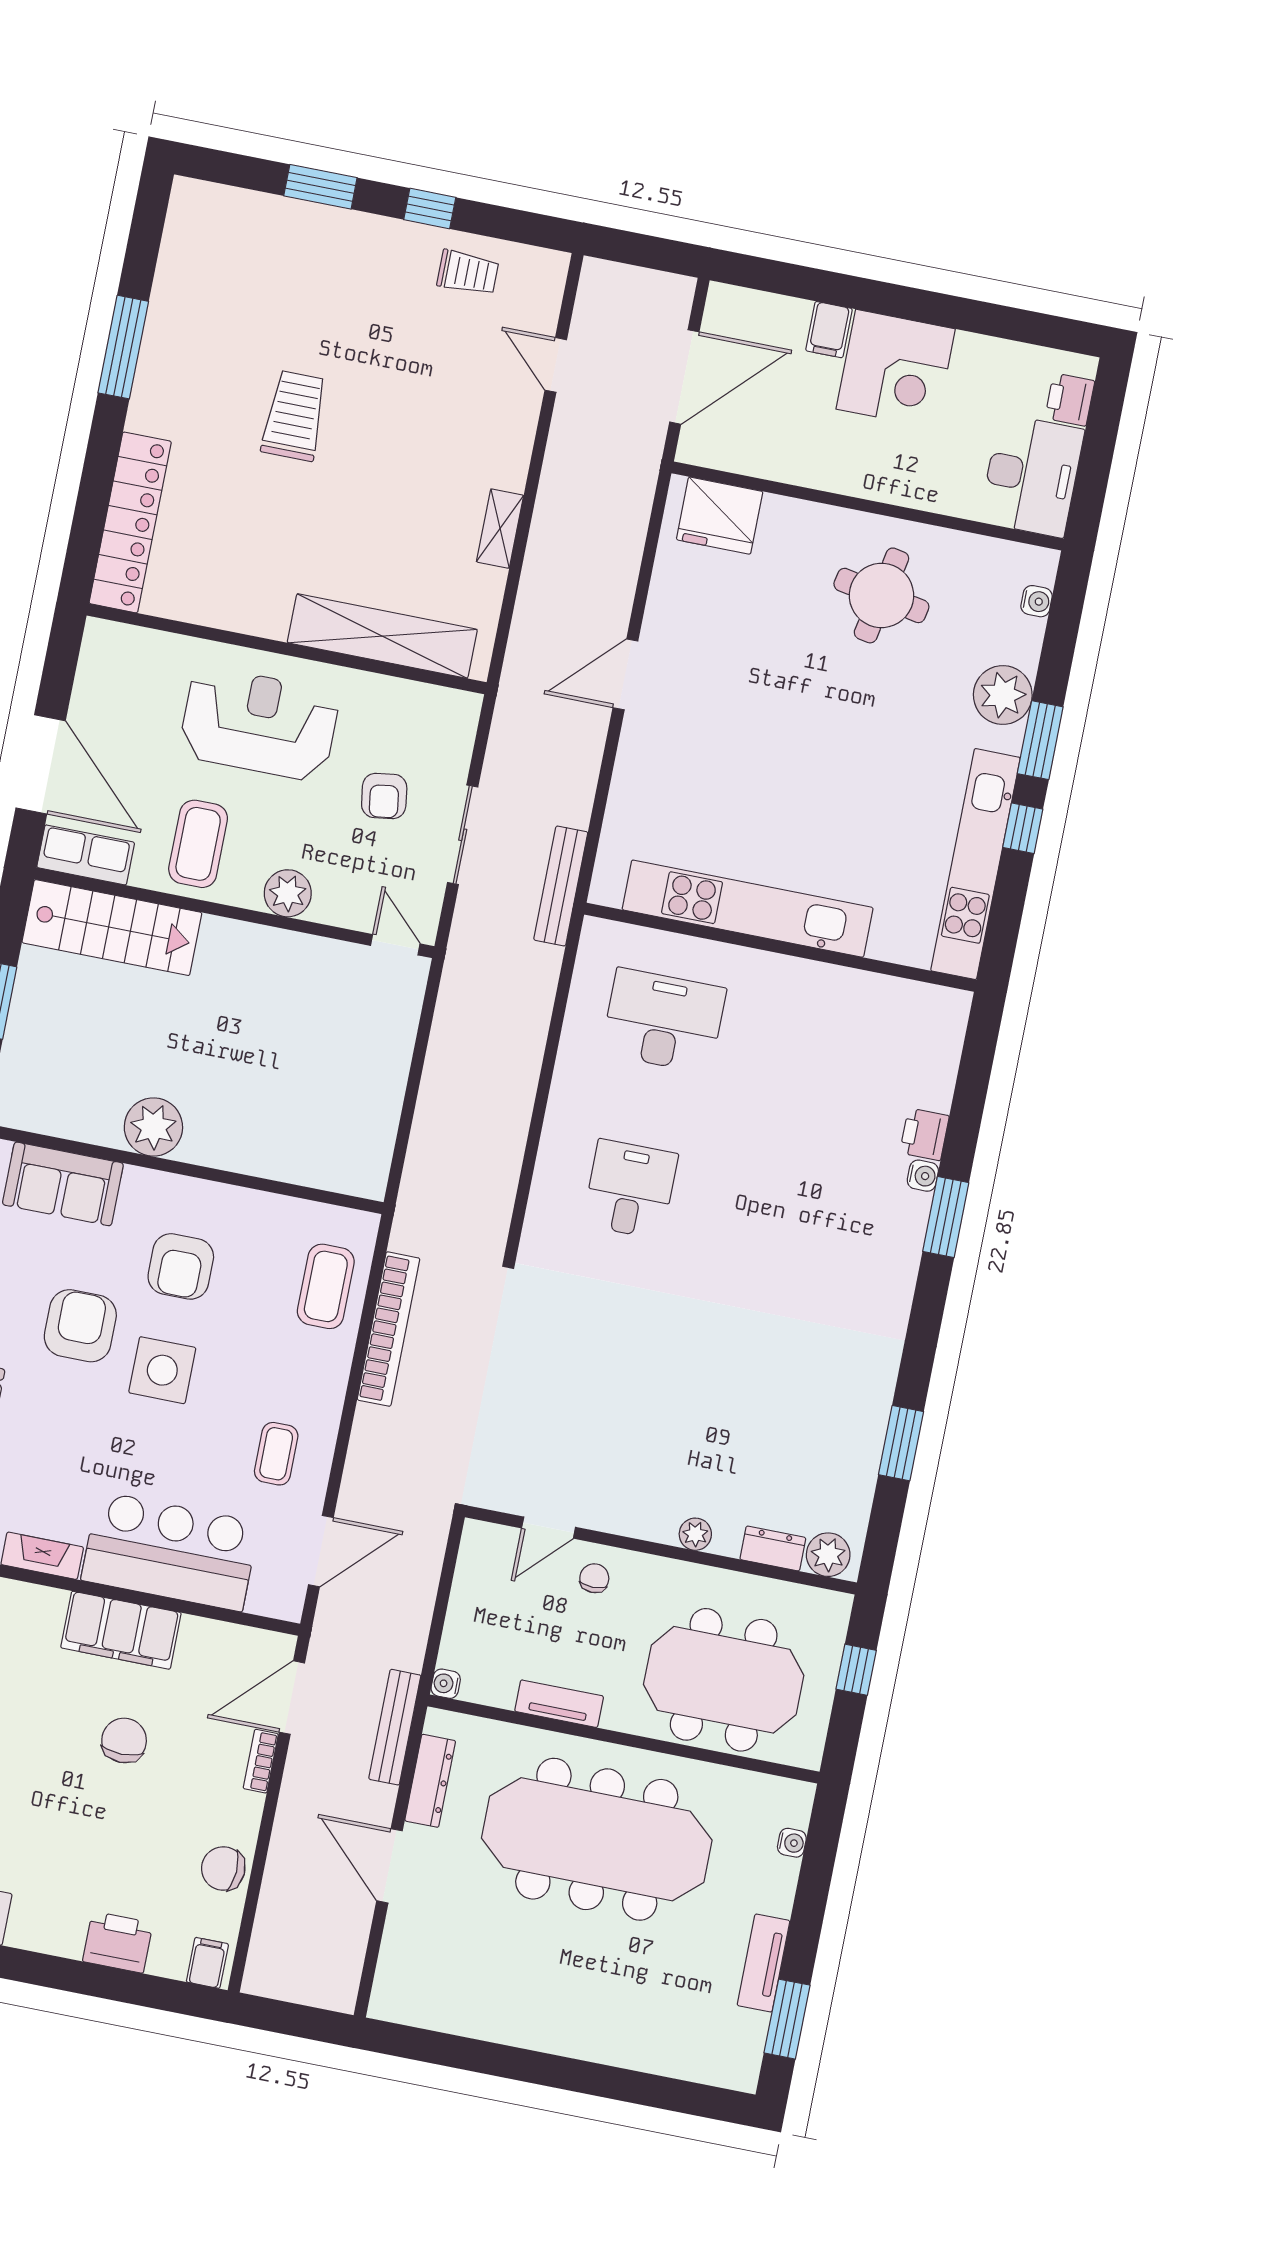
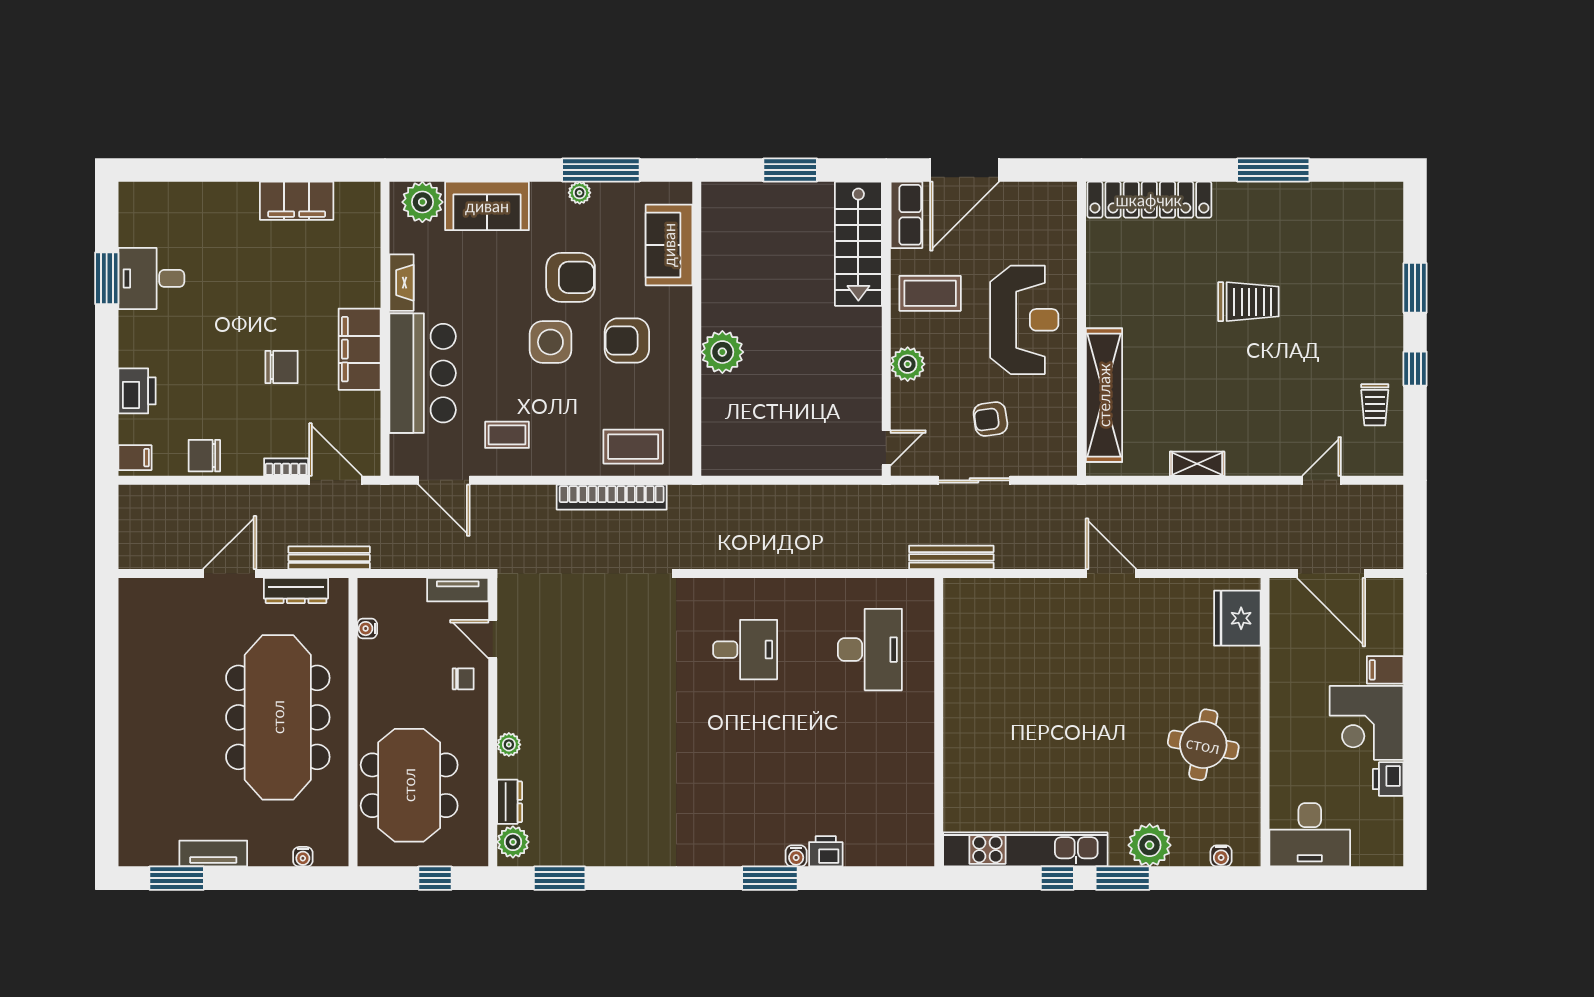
printer: (1070, 400) -> (1388, 779), moved, turned -90
kitchen unit: (748, 909) -> (961, 694), removed
plant: (153, 1127) -> (722, 352), moved
window: (901, 1443) -> (560, 878), moved
water cooler: (446, 1684) -> (367, 629), moved, turned -90
tv unit: (559, 1704) -> (458, 590), moved, turned 90
chair: (223, 1869) -> (204, 456), turned -93

